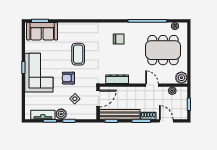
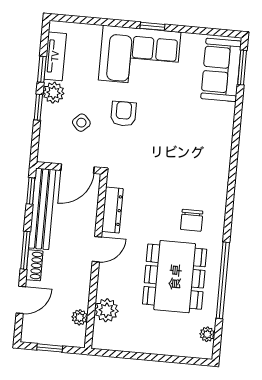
dining table: (163, 50) -> (175, 277), moved
coffee table: (78, 54) -> (169, 137), removed
plant: (181, 78) -> (106, 310), moved
door: (152, 85) -> (97, 249), moved
door: (98, 99) -> (78, 169), hinge flipped

